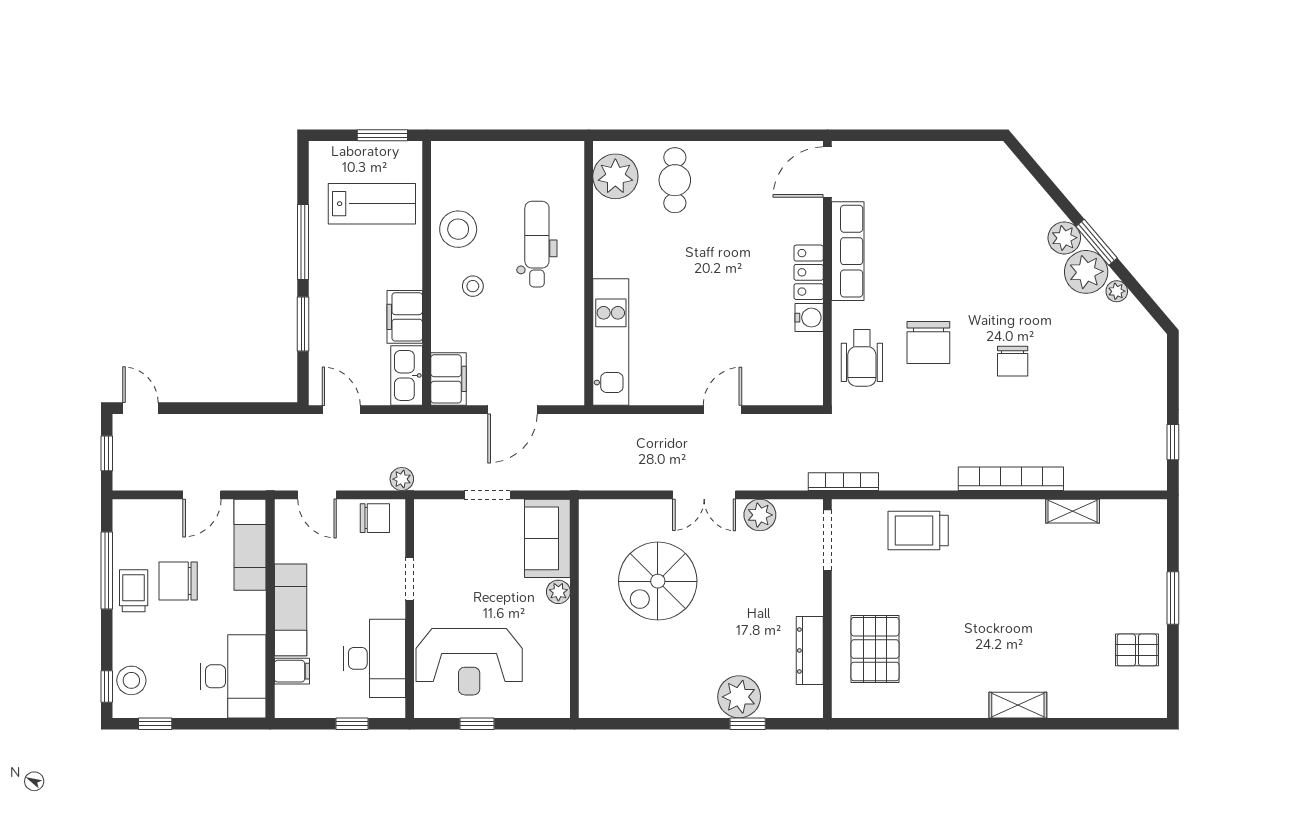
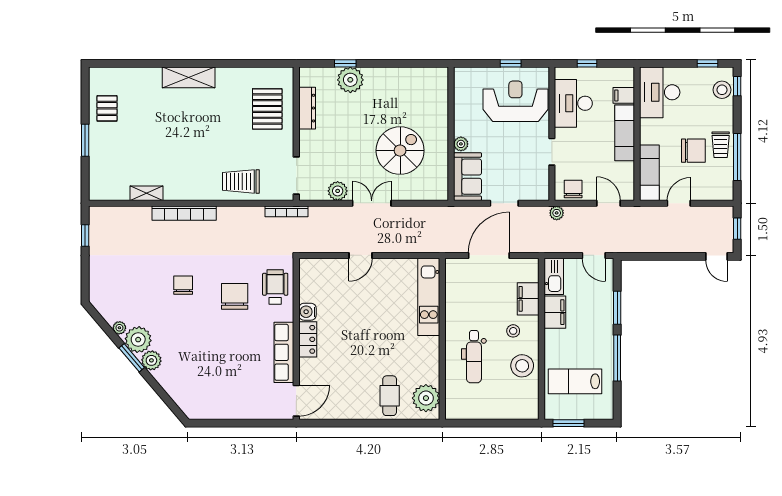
filing cabinet: (448, 379) -> (528, 299), moved
door: (512, 410) -> (489, 255), width x1.36
chair: (375, 518) -> (573, 189), turned 90
trolley: (918, 530) -> (241, 181), turned 180
pallet: (1137, 650) -> (107, 108), turned 90
shelving: (1018, 705) -> (189, 77), width x1.50, depth x1.33

